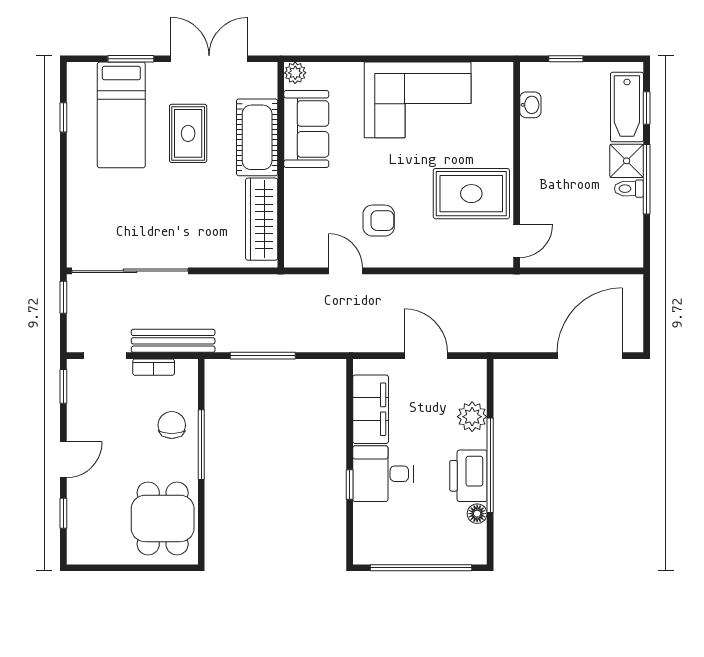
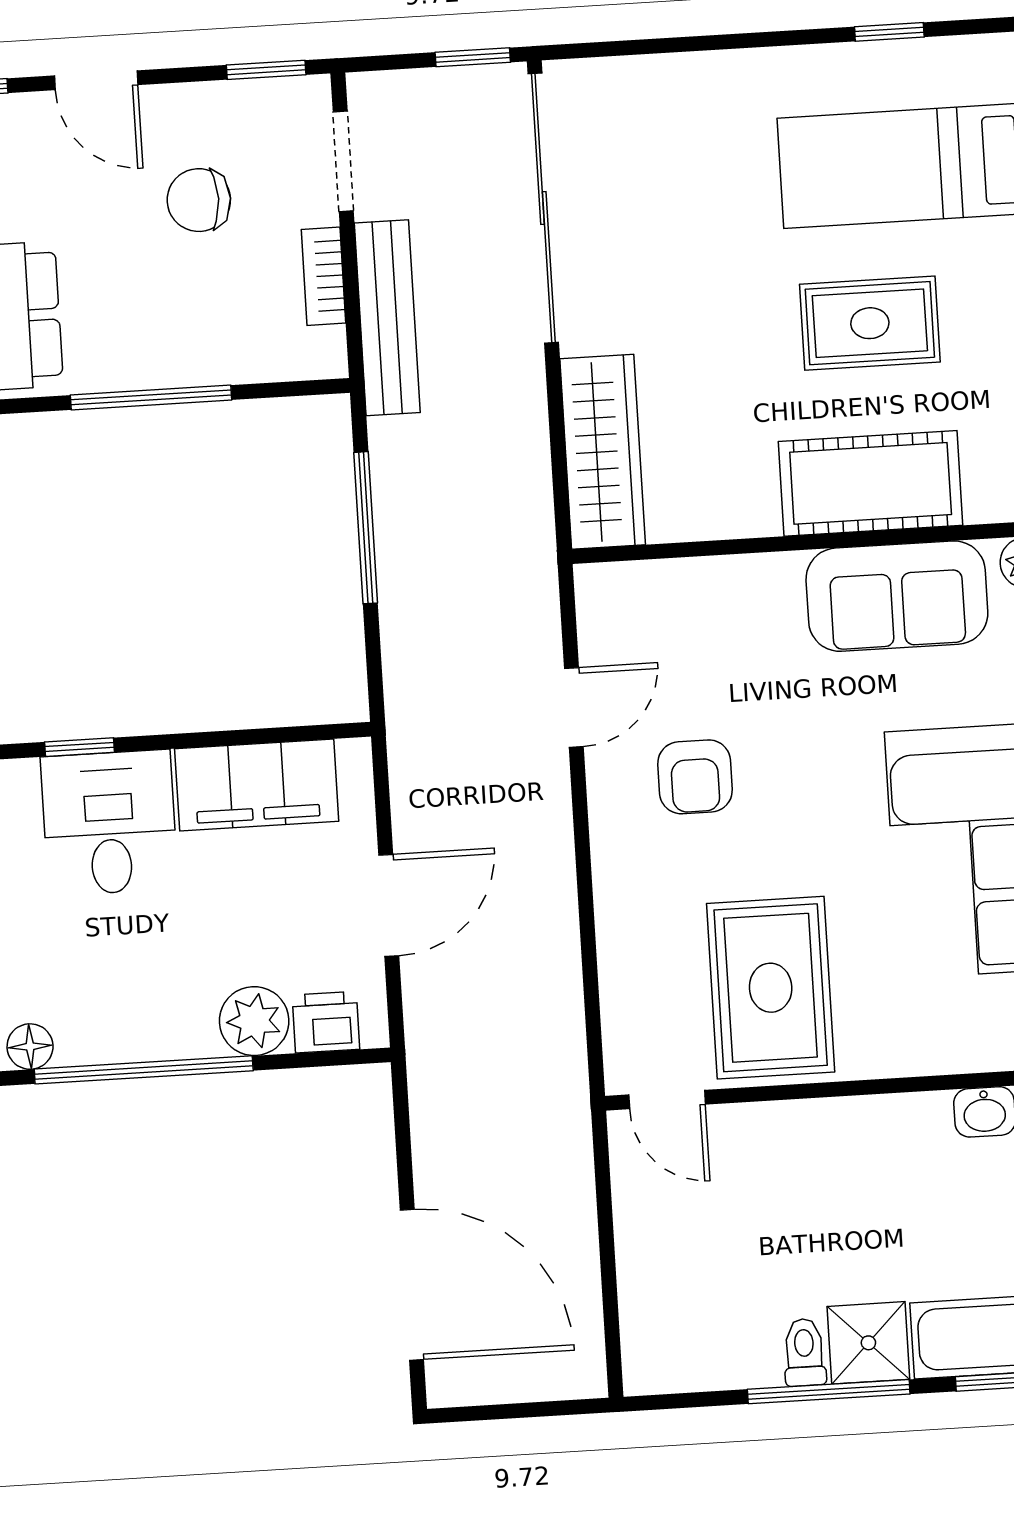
wardrobe: (262, 219) -> (603, 452), moved, turned 90
chair: (172, 425) -> (199, 200), moved, turned 180
printer: (468, 476) -> (326, 1022), moved, width x0.53, depth x0.68

